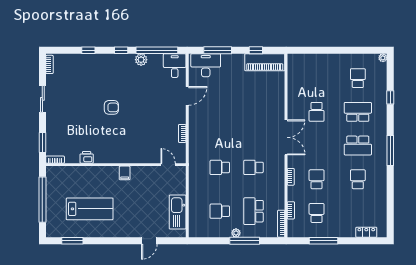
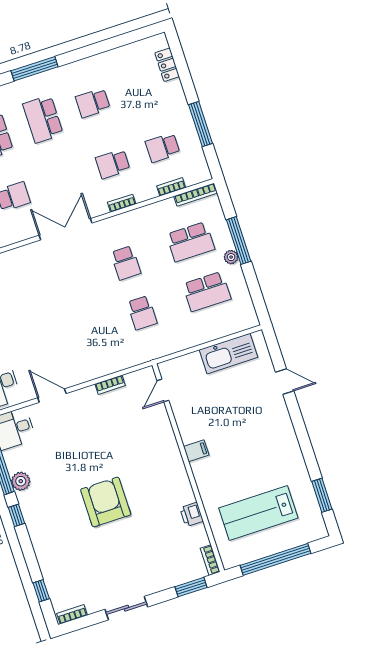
window: (88, 50) -> (41, 591), moved
armchair: (111, 107) -> (106, 502), width x1.88, depth x1.88
school desk: (358, 146) -> (43, 119), turned 180
lab bench: (90, 209) -> (258, 513), moved, turned -90
school desk: (220, 211) -> (207, 292), width x1.85

